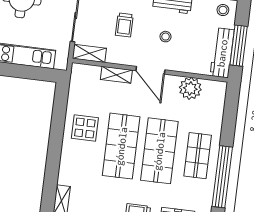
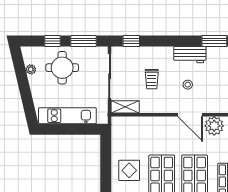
door: (150, 70) -> (190, 115), moved
shelving: (116, 75) -> (150, 122), removed

